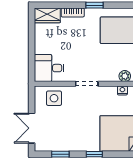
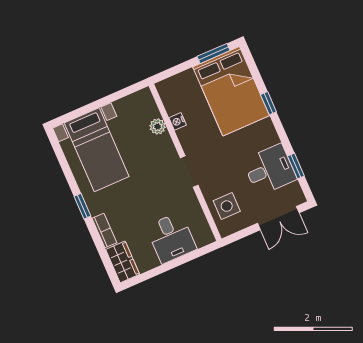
desk: (49, 68) -> (171, 238), moved
desk: (65, 136) -> (270, 170), added
window: (94, 154) -> (268, 103), moved

